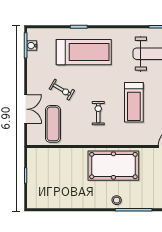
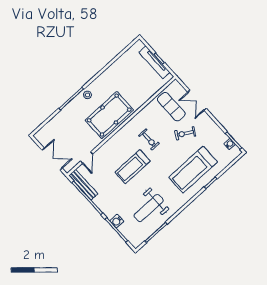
treadmill: (134, 102) -> (133, 167), turned -90
tv unit: (33, 176) -> (155, 62), added

